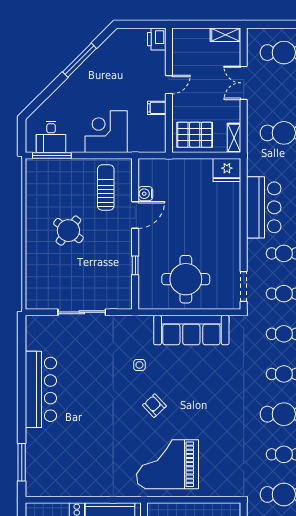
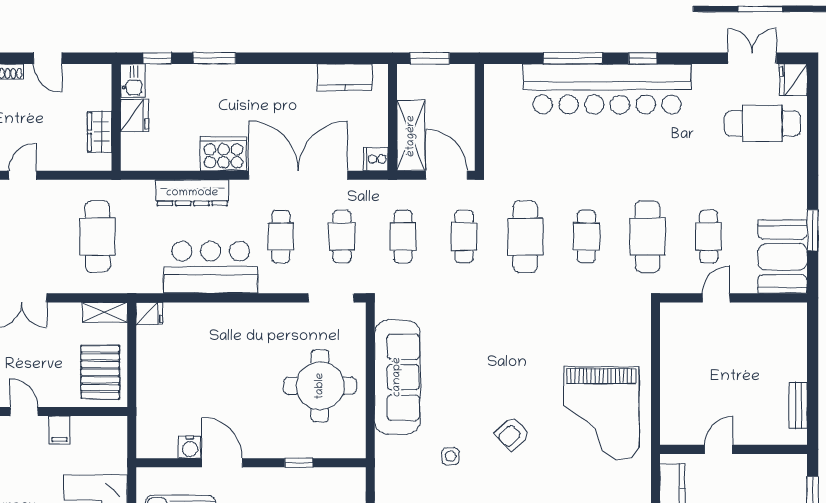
fridge: (227, 170) -> (149, 313), width x0.53, depth x0.75

